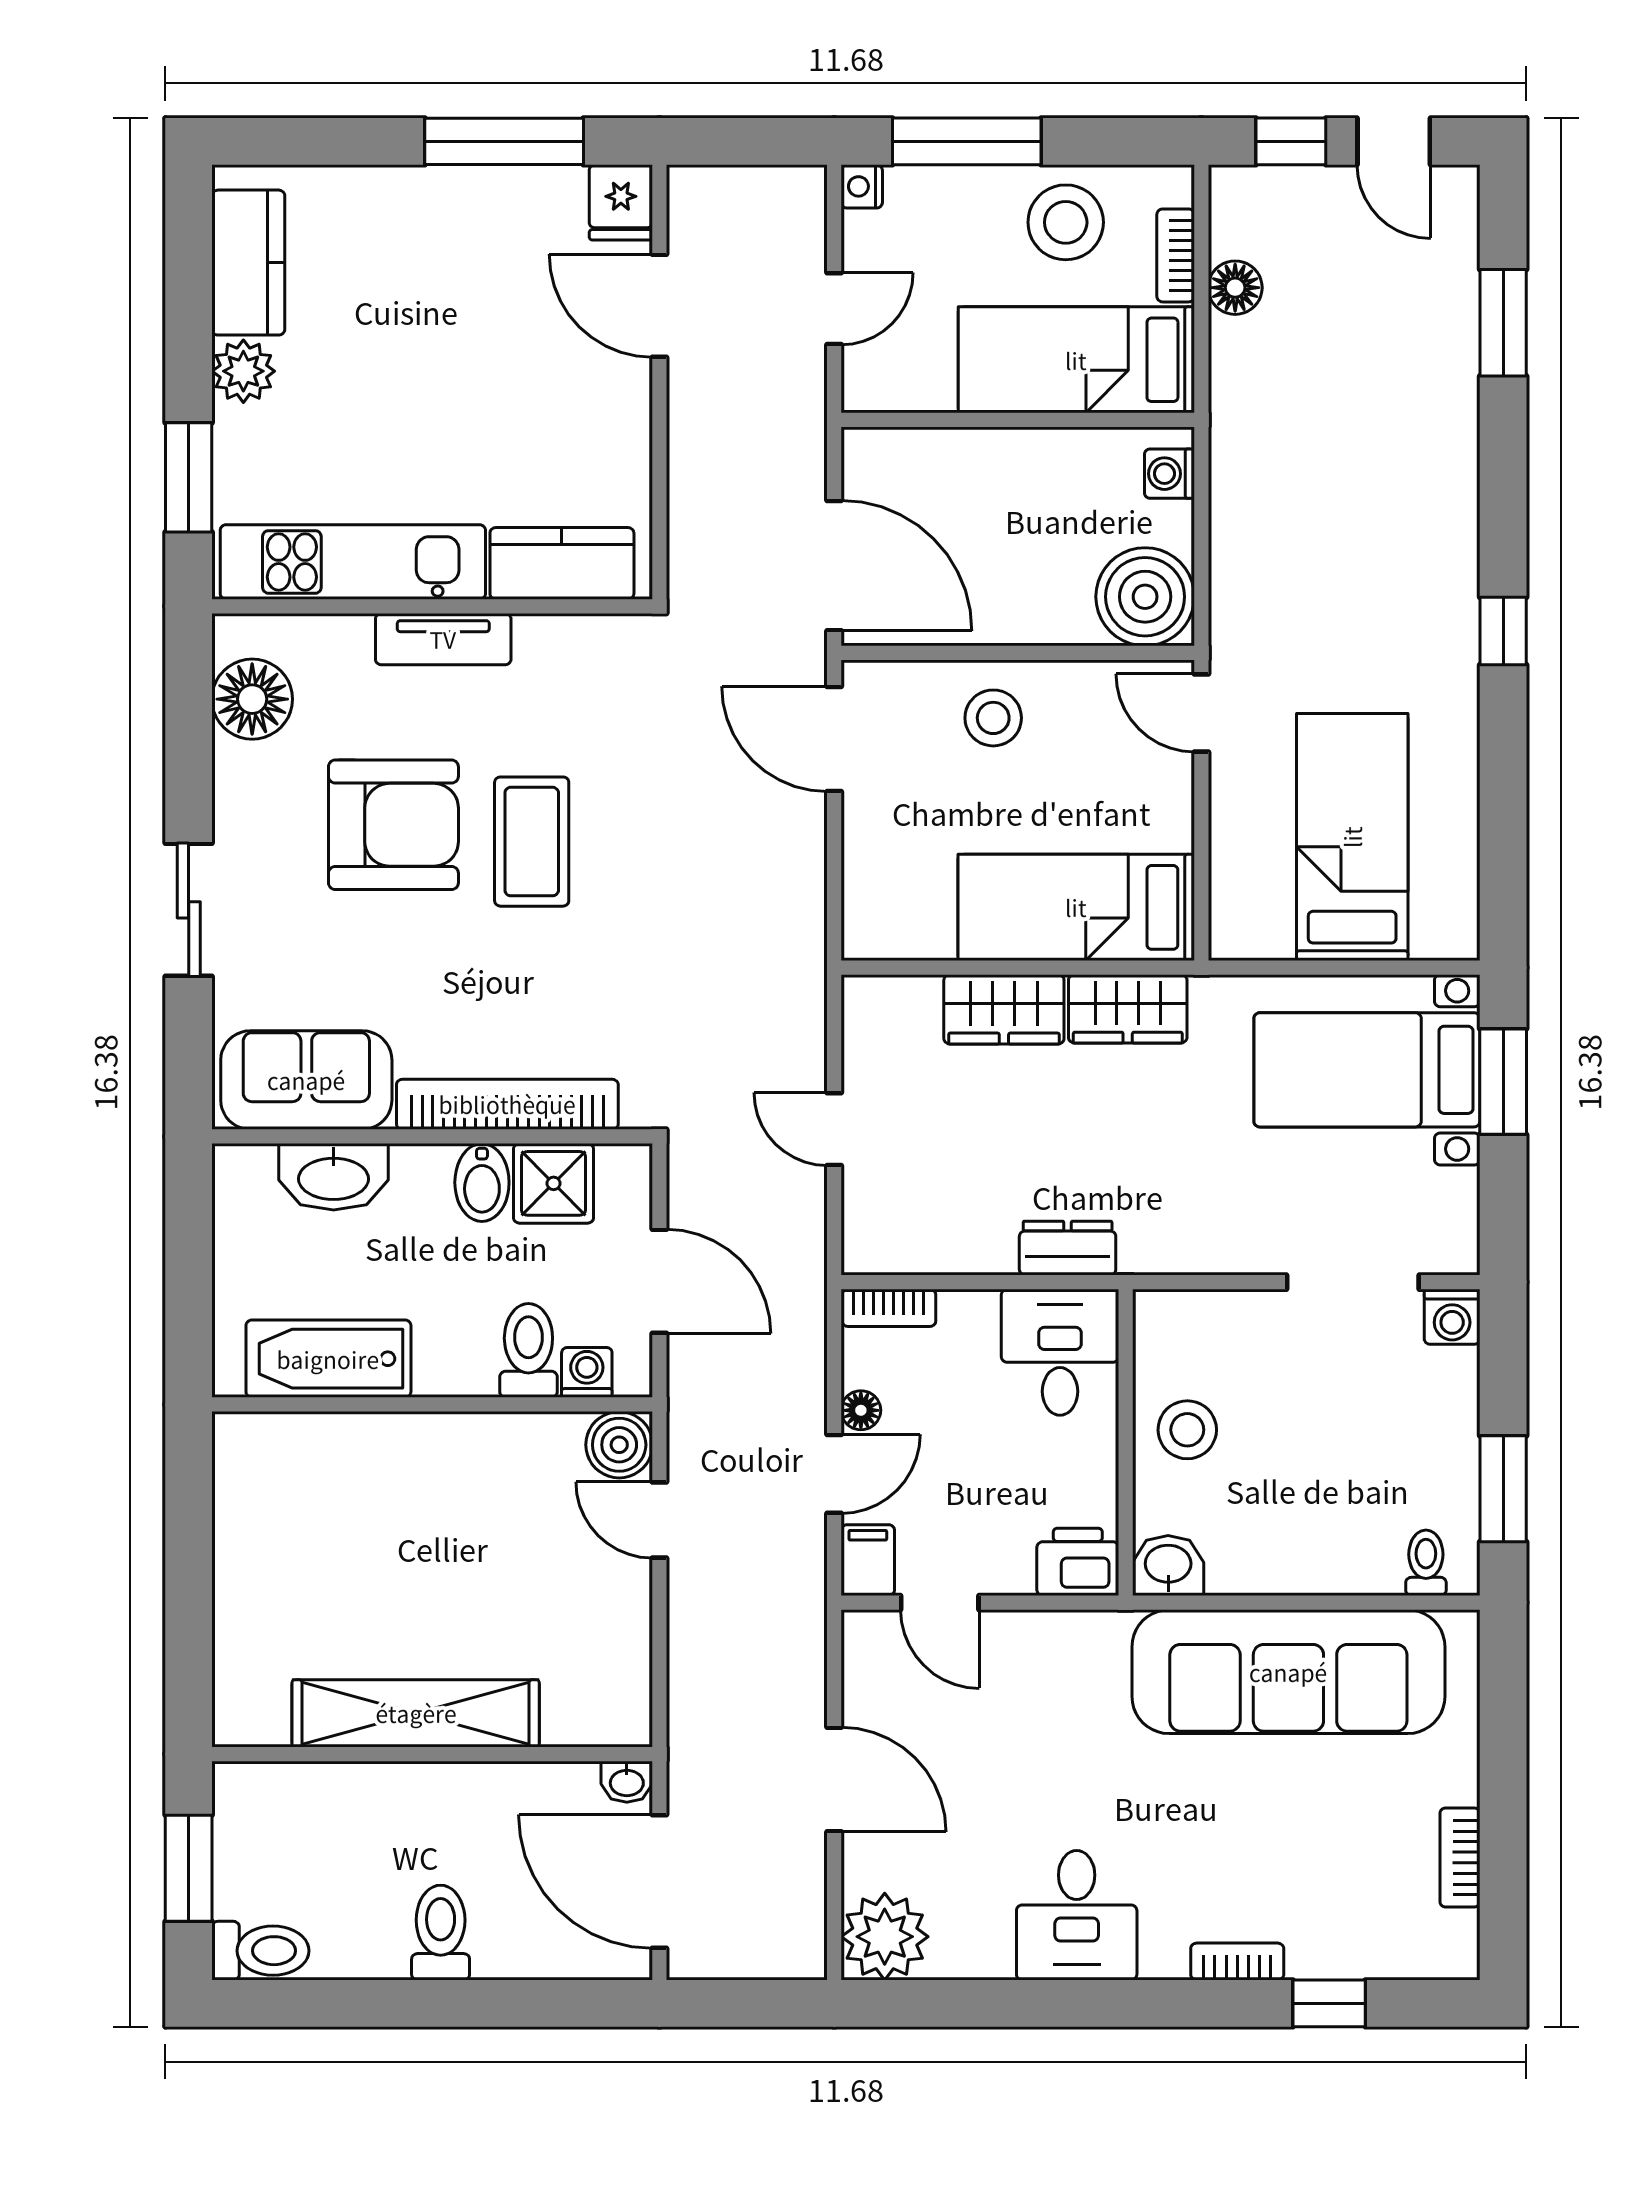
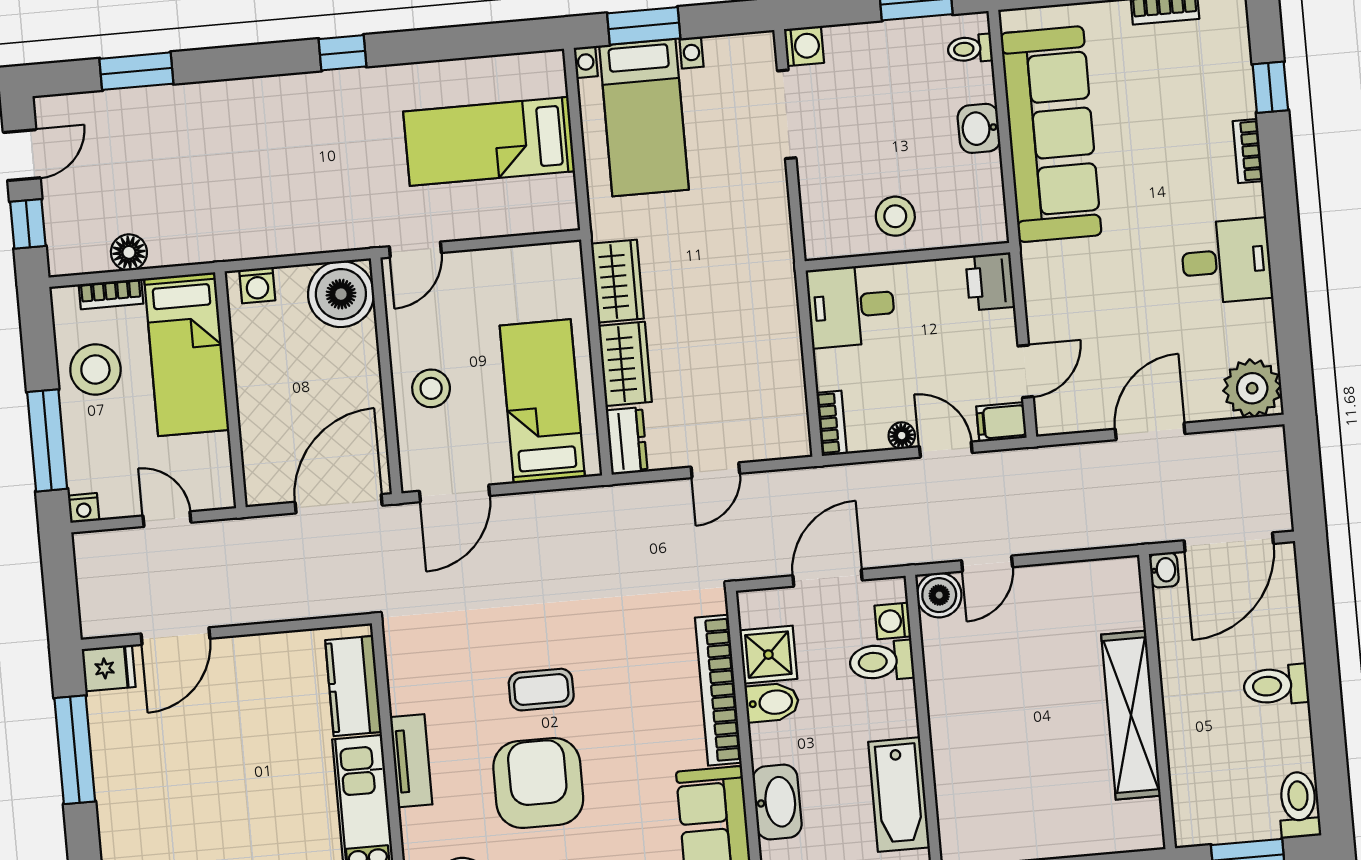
coffee table: (532, 842) -> (541, 690), width x0.73, depth x0.77
bed: (1076, 907) -> (542, 401), moved, turned 180
dresser: (1068, 1248) -> (627, 441), moved, turned 180
washbasin: (1168, 1565) -> (979, 128), moved

